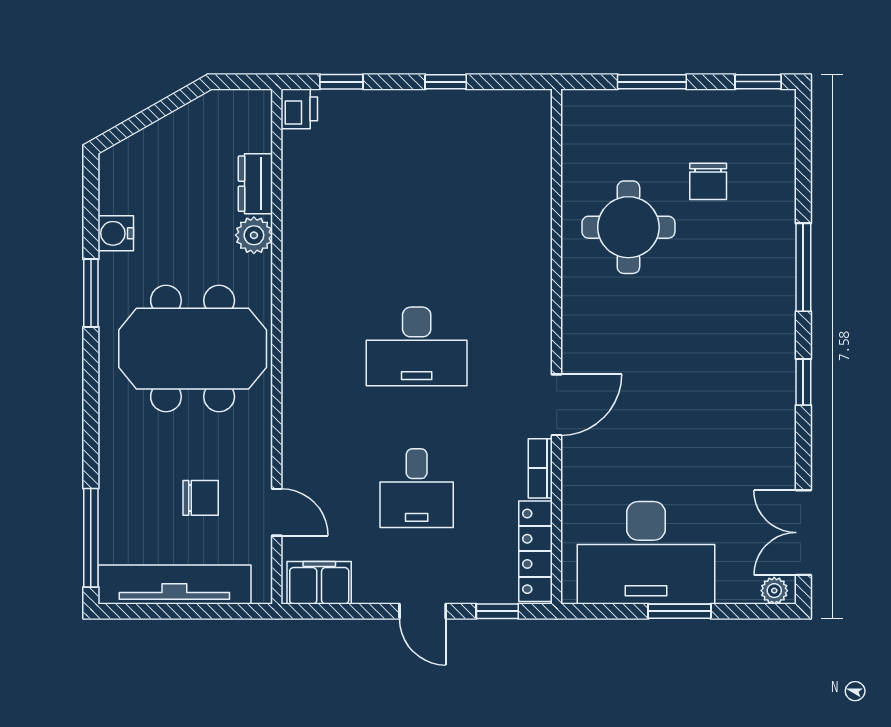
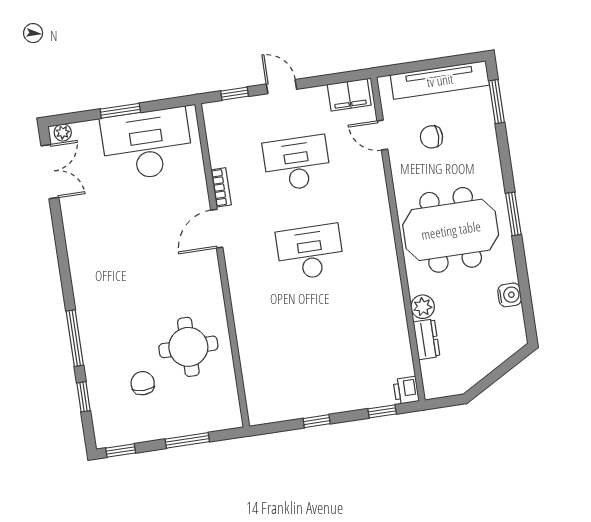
window: (91, 293) -> (513, 214), moved
window: (803, 382) -> (84, 397), moved
desk: (417, 488) -> (297, 163), width x1.37
window: (91, 538) -> (497, 102), width x0.69
locker: (536, 551) -> (216, 135), removed

